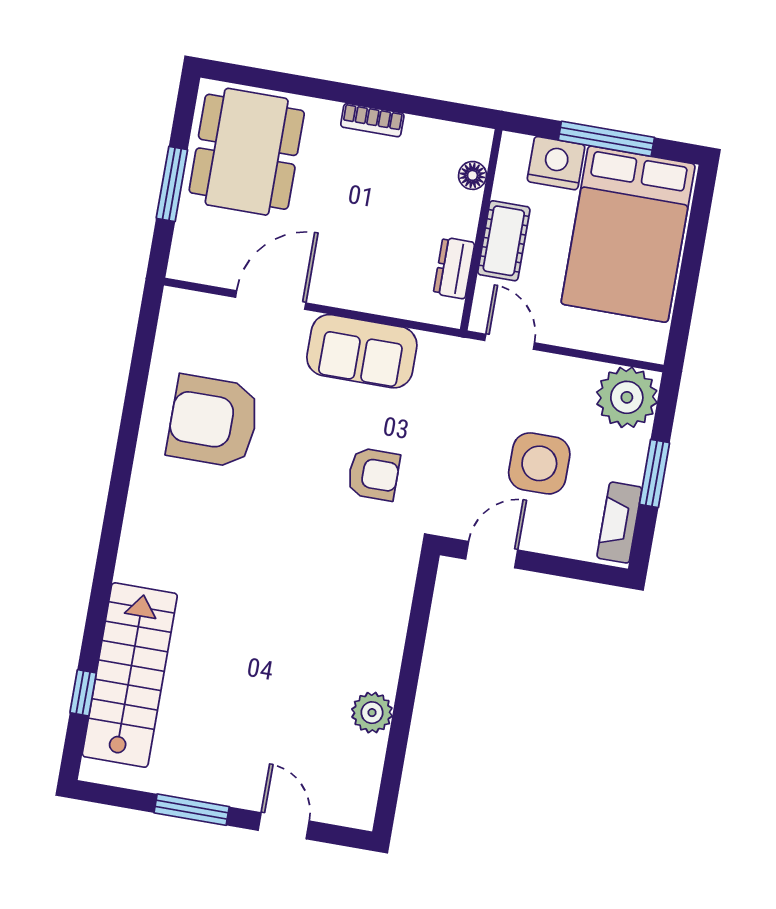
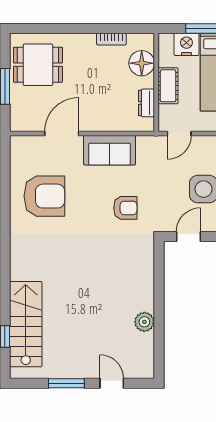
bookcase: (372, 120) -> (111, 39), moved
dining table: (247, 152) -> (38, 65), width x0.73
floor lamp: (472, 175) -> (142, 63), width x1.89, depth x1.89
door: (510, 342) -> (179, 133), swing flipped
armchair: (213, 421) -> (44, 196), turned 180

